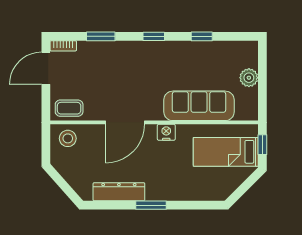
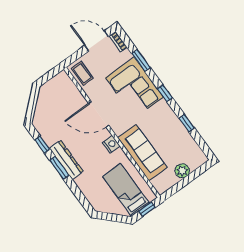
corner sofa: (124, 64) -> (134, 87), added
stool: (68, 138) -> (63, 86), removed
dresser: (119, 192) -> (66, 160), moved
window: (113, 205) -> (42, 145), added

